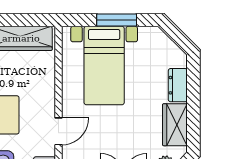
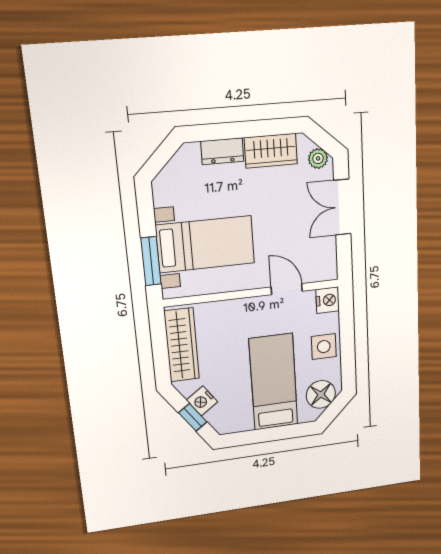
window: (117, 20) -> (151, 261), moved

